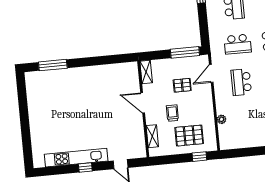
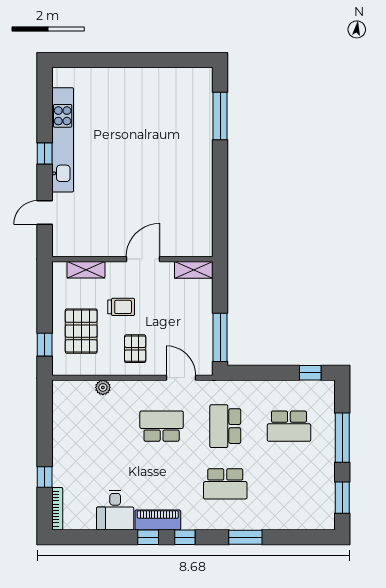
pallet: (182, 85) -> (135, 349), moved

